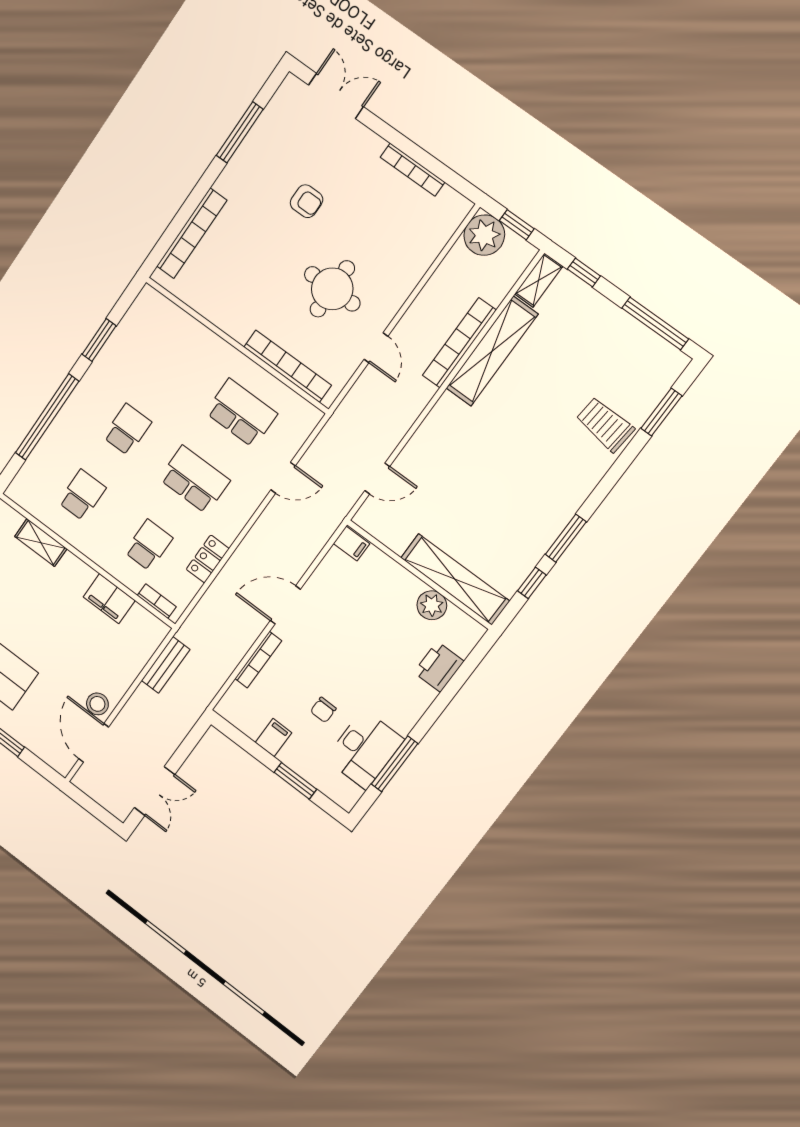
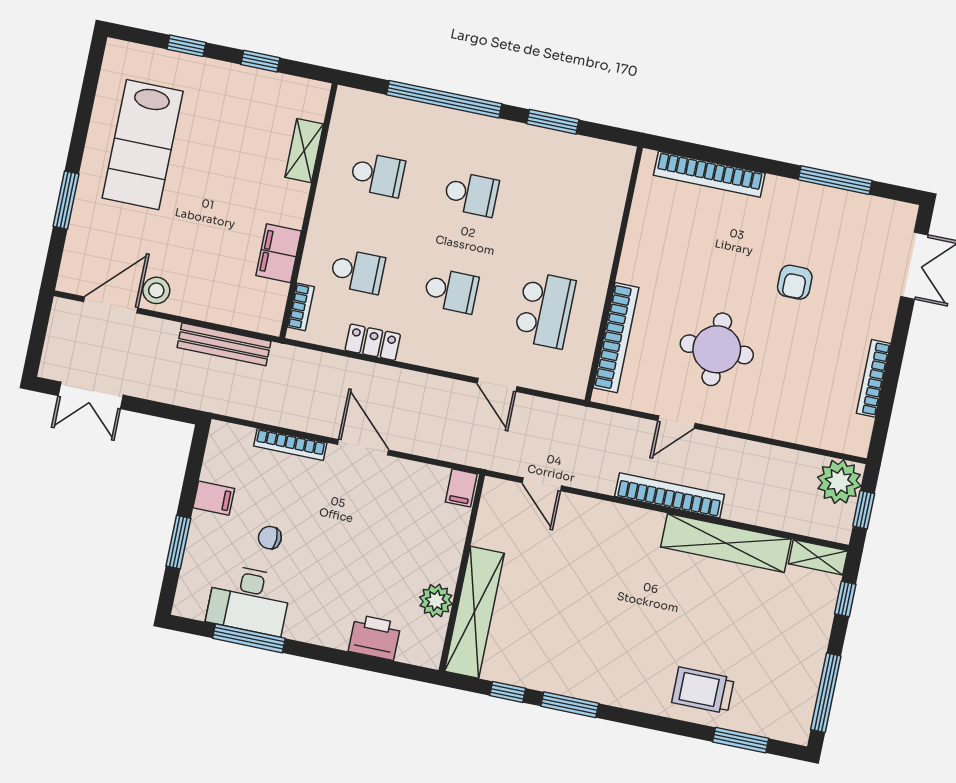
bookcase: (459, 343) -> (670, 495), moved
trolley: (605, 424) -> (703, 690), turned -95
school desk: (194, 480) -> (451, 291), width x0.54
bench: (166, 665) -> (224, 344), width x1.36

